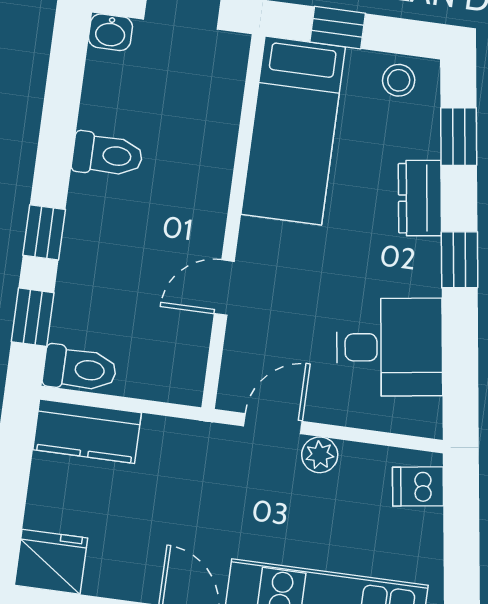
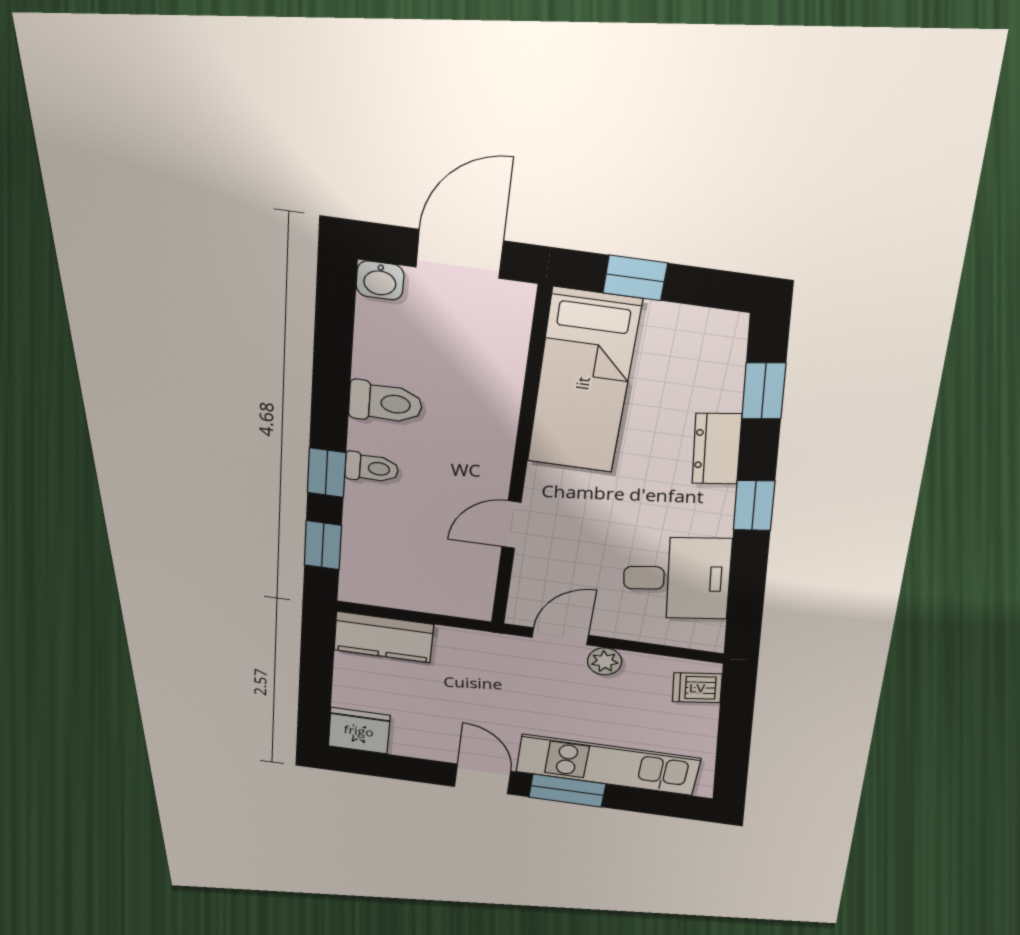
stool: (399, 80) -> (701, 334), removed
toilet: (80, 369) -> (372, 468), moved, width x0.73, depth x0.72

